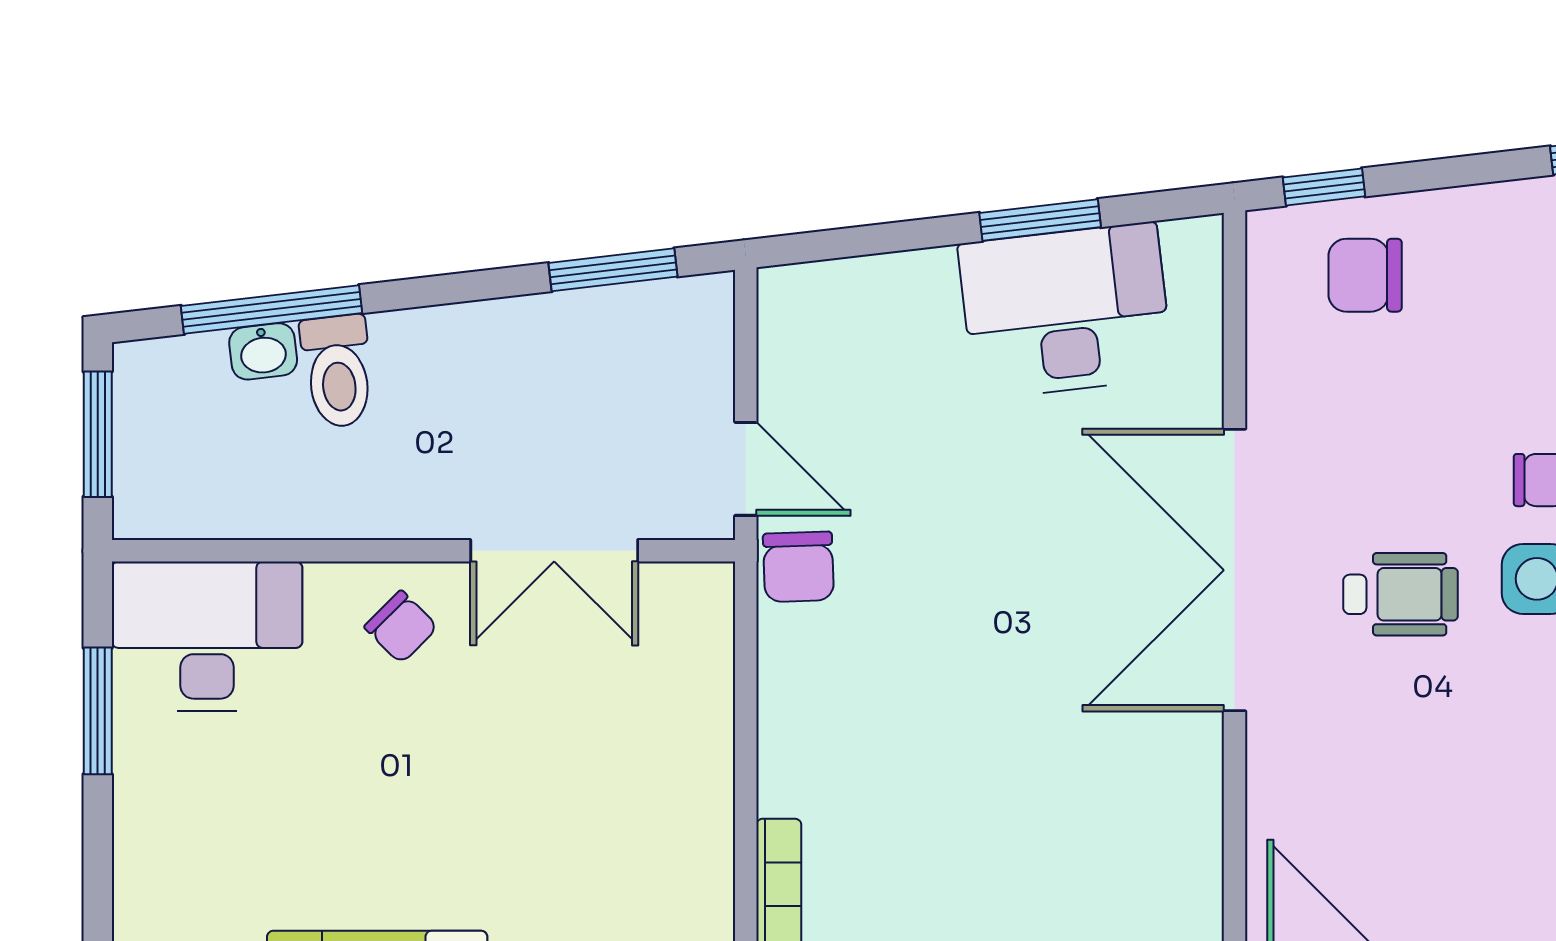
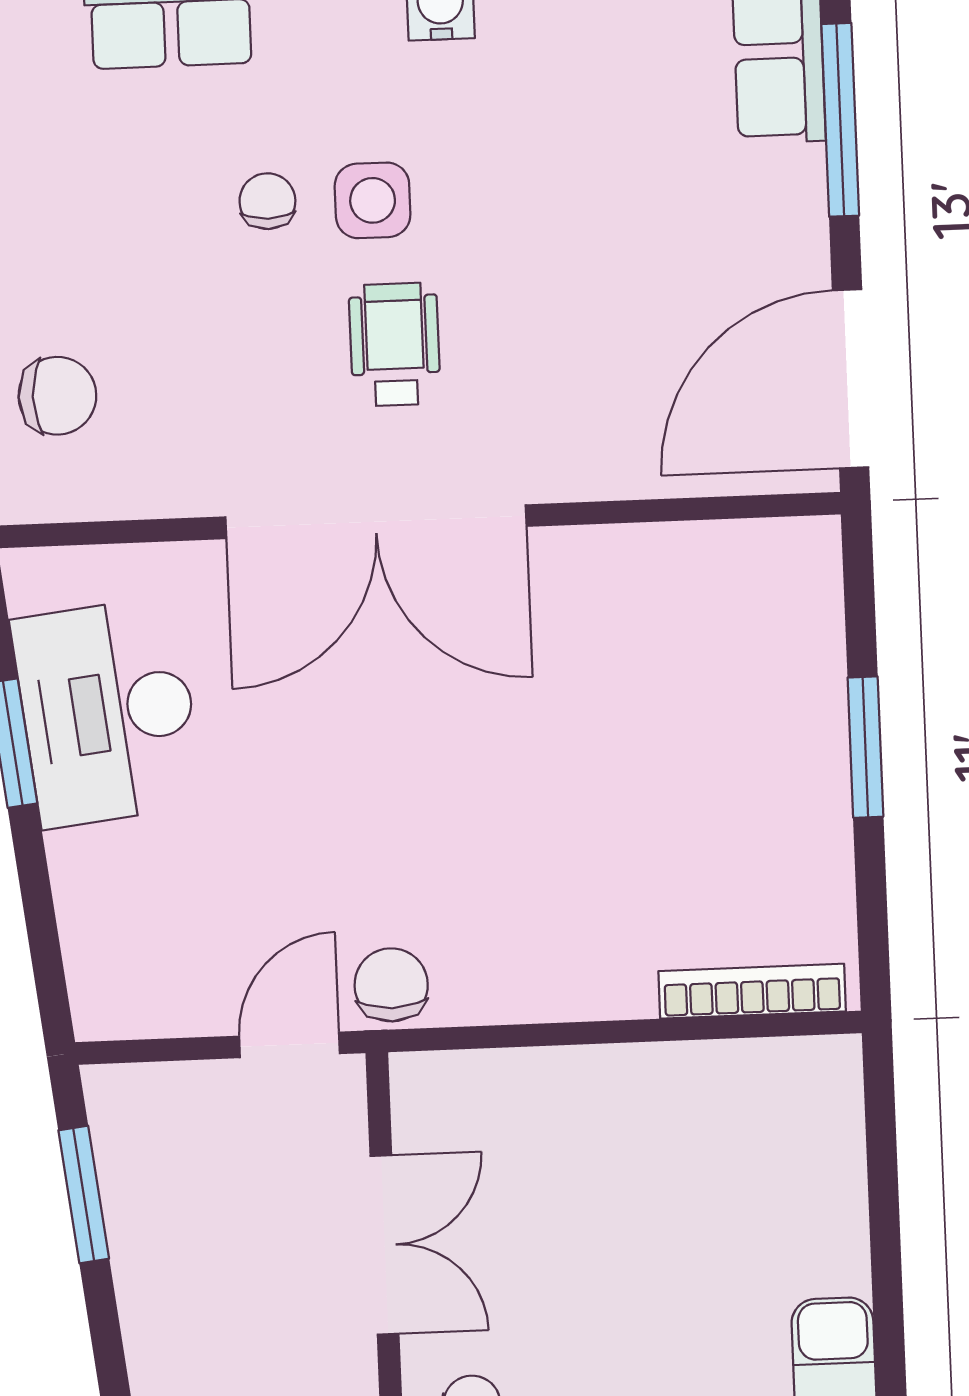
chair: (1365, 275) -> (57, 396), turned -90
chair: (798, 567) -> (391, 985), turned -88

